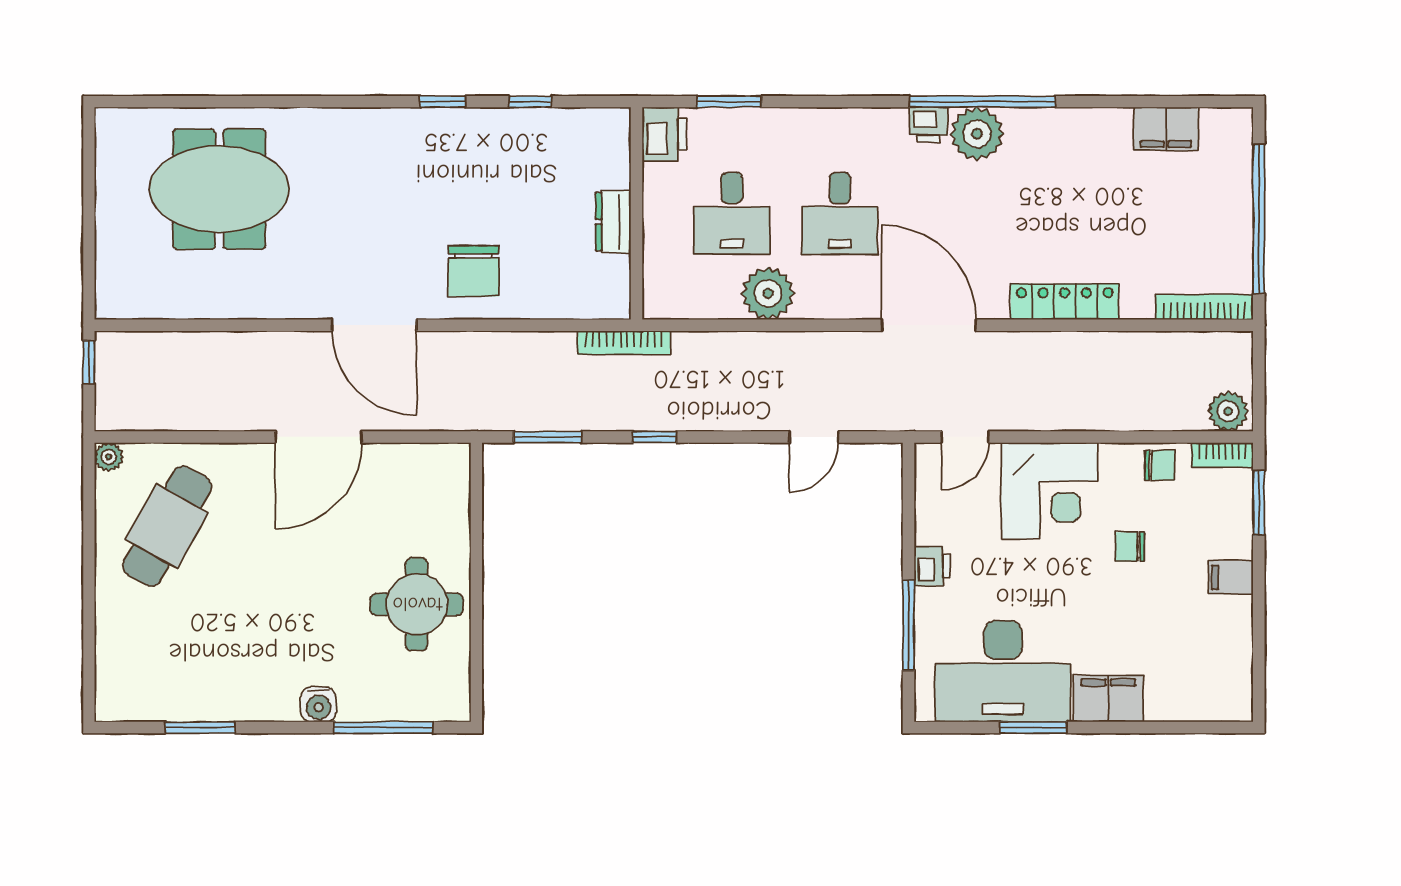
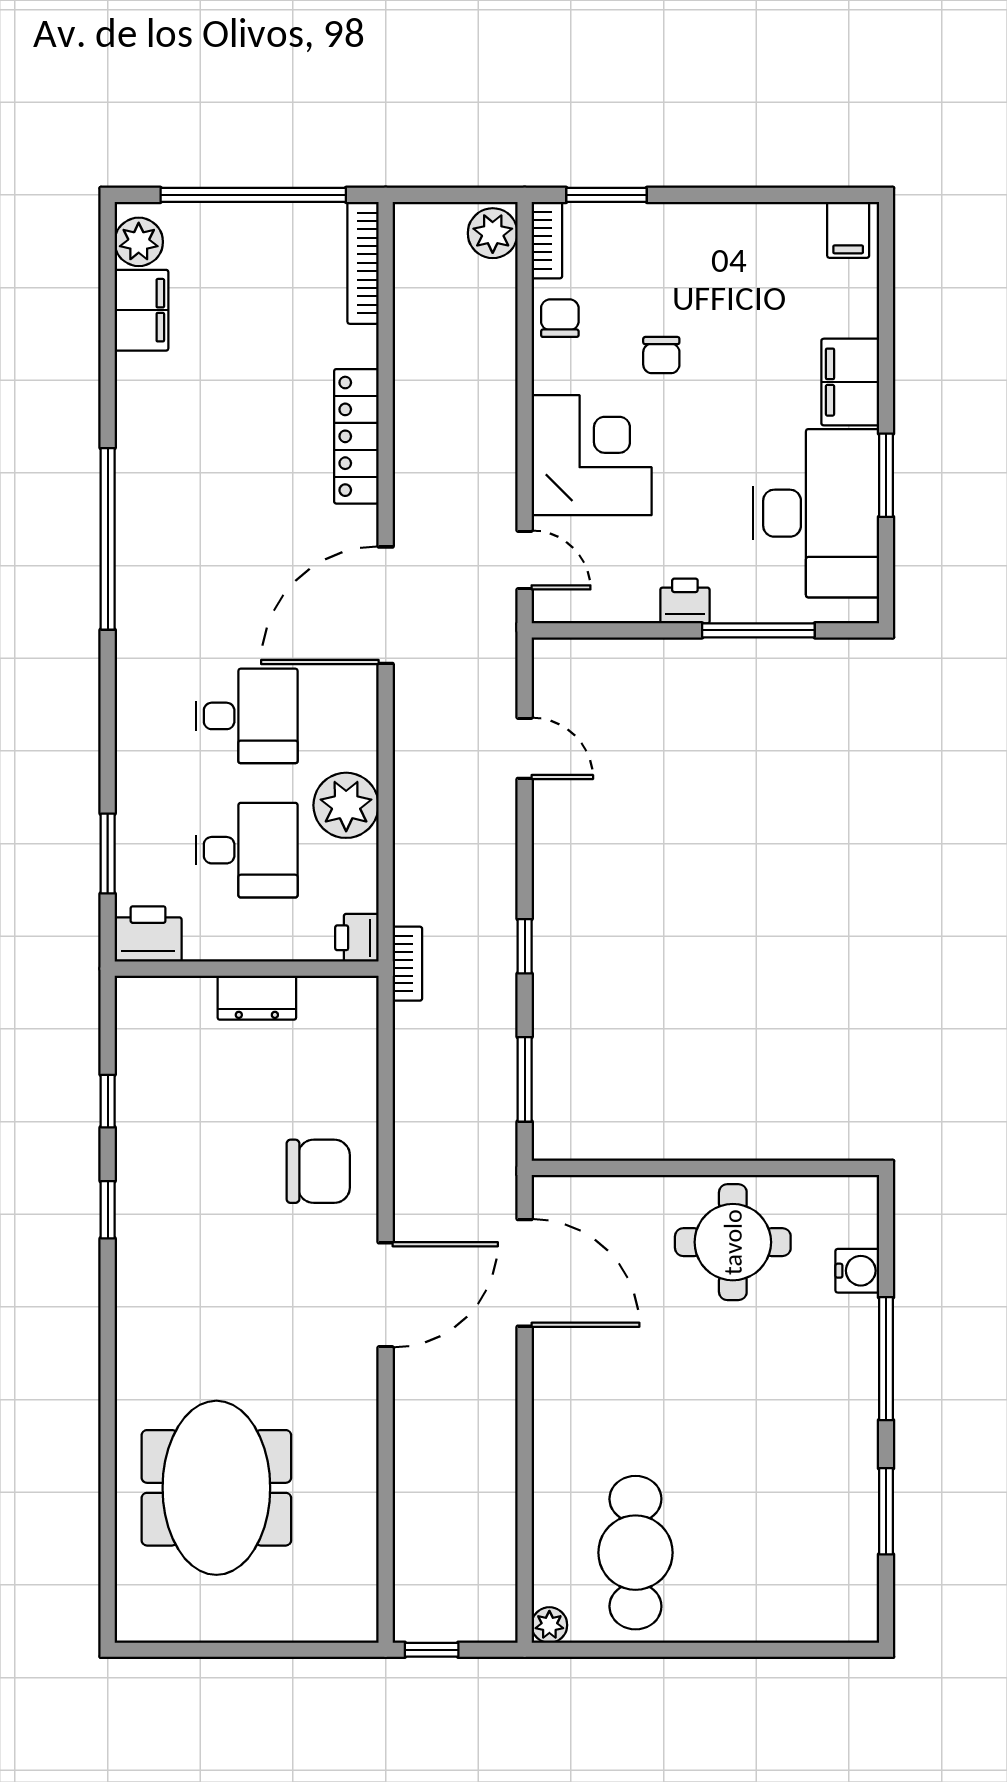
printer: (928, 125) -> (357, 938), moved, turned 180
plant: (977, 134) -> (139, 242), moved, width x0.73, depth x0.73
bookcase: (624, 343) -> (407, 964), width x0.64
door: (319, 437) -> (525, 1273), moved
cafe table: (167, 526) -> (635, 1553), turned 61
filing cabinet: (1231, 577) -> (848, 230), moved
water cooler: (318, 704) -> (857, 1271), moved
window: (383, 728) -> (886, 1359), moved

